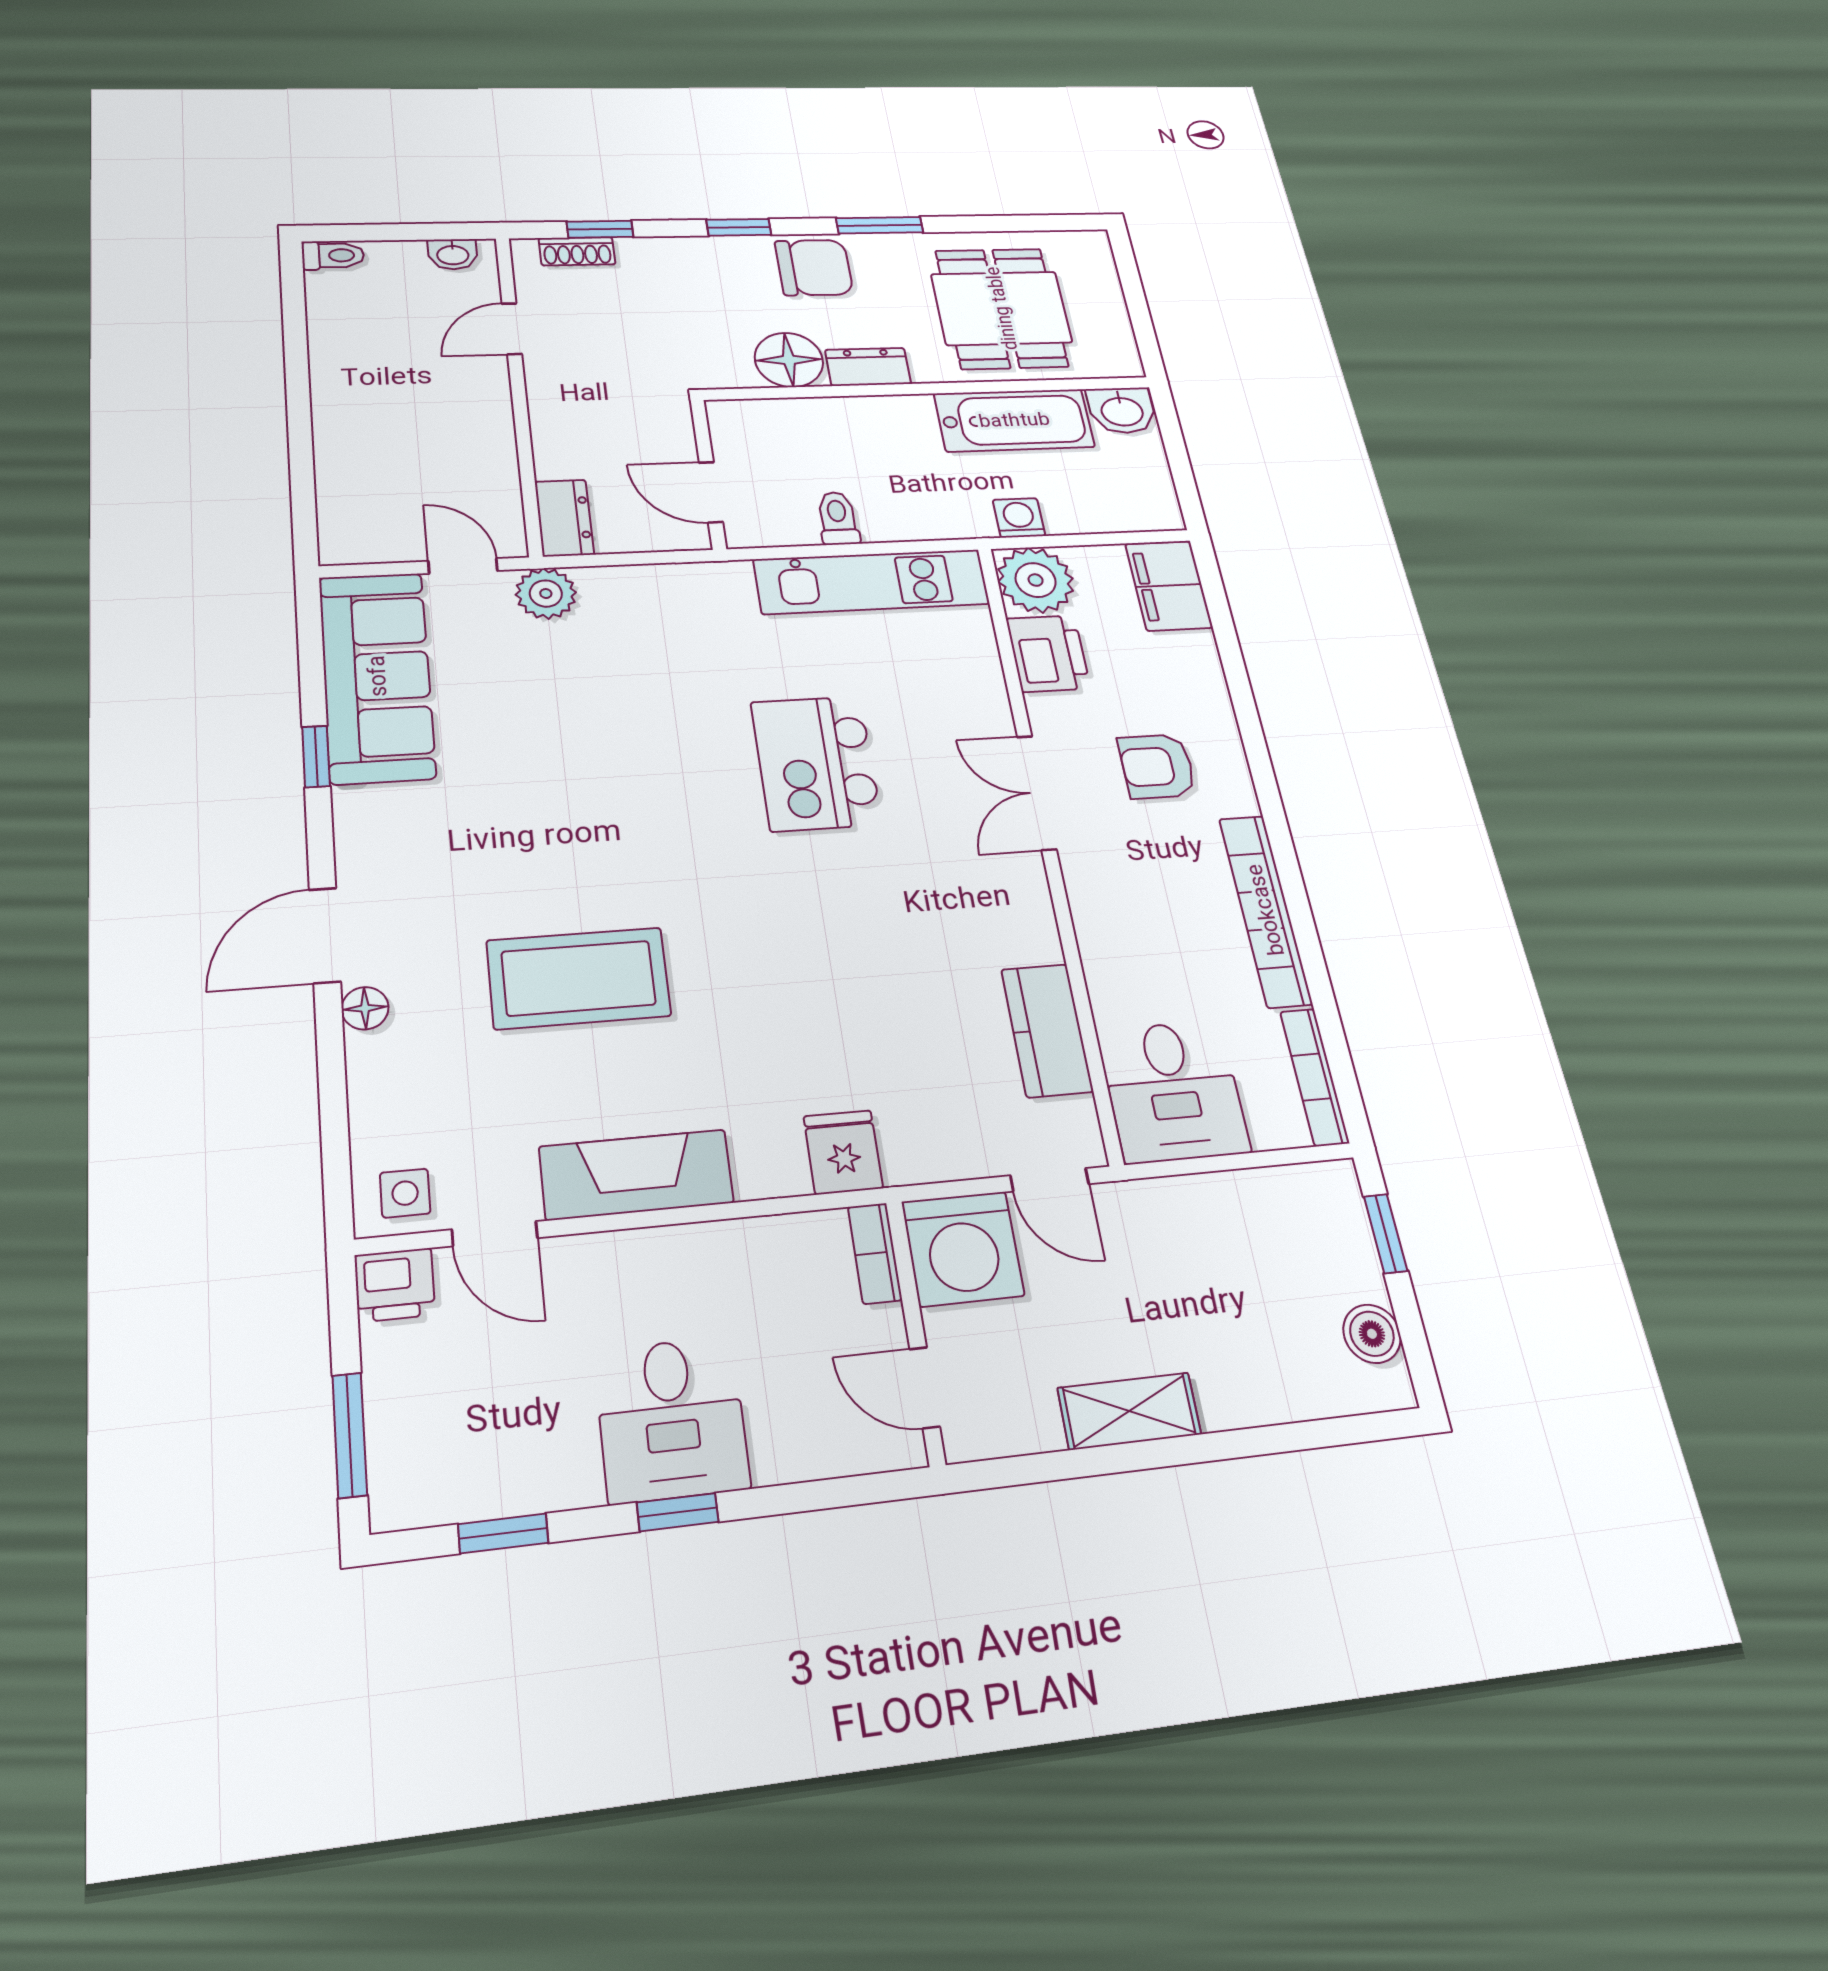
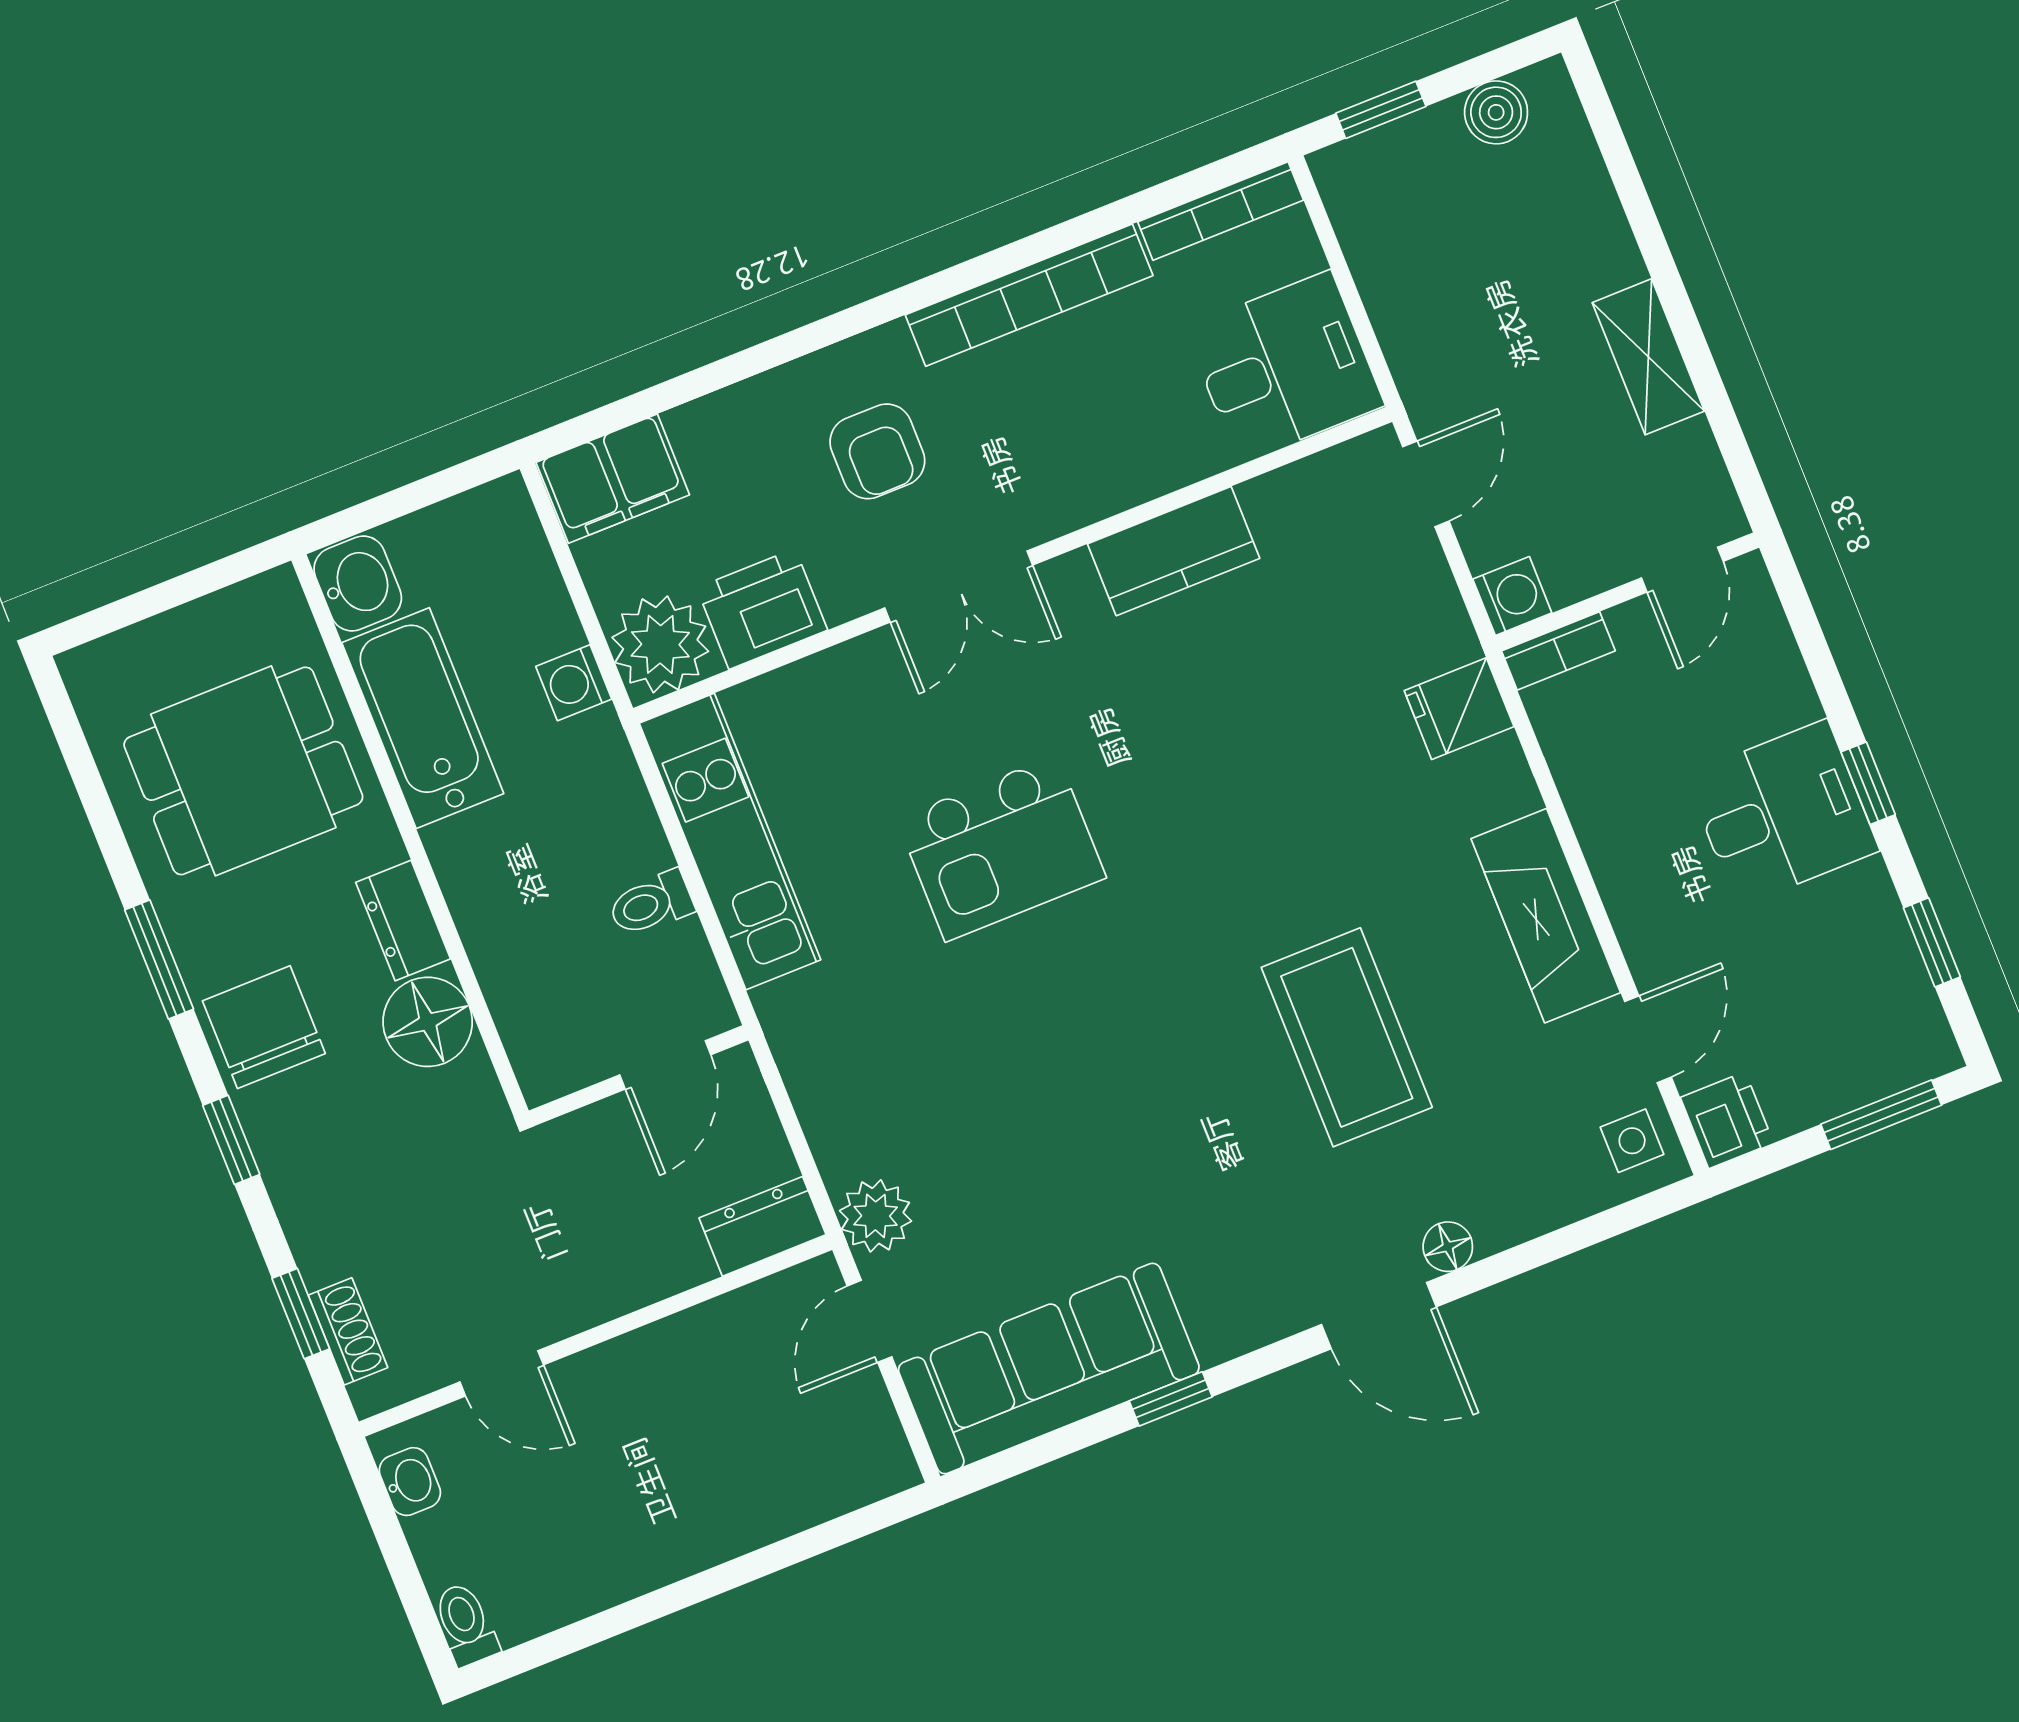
kitchen counter: (1047, 1030) -> (1174, 551), moved
washing machine: (963, 1249) -> (1512, 596), width x0.53, depth x0.53

